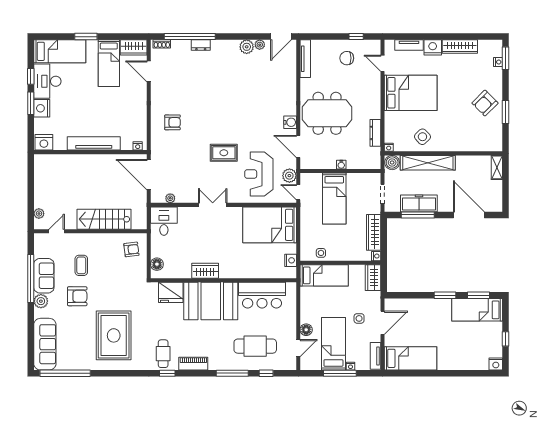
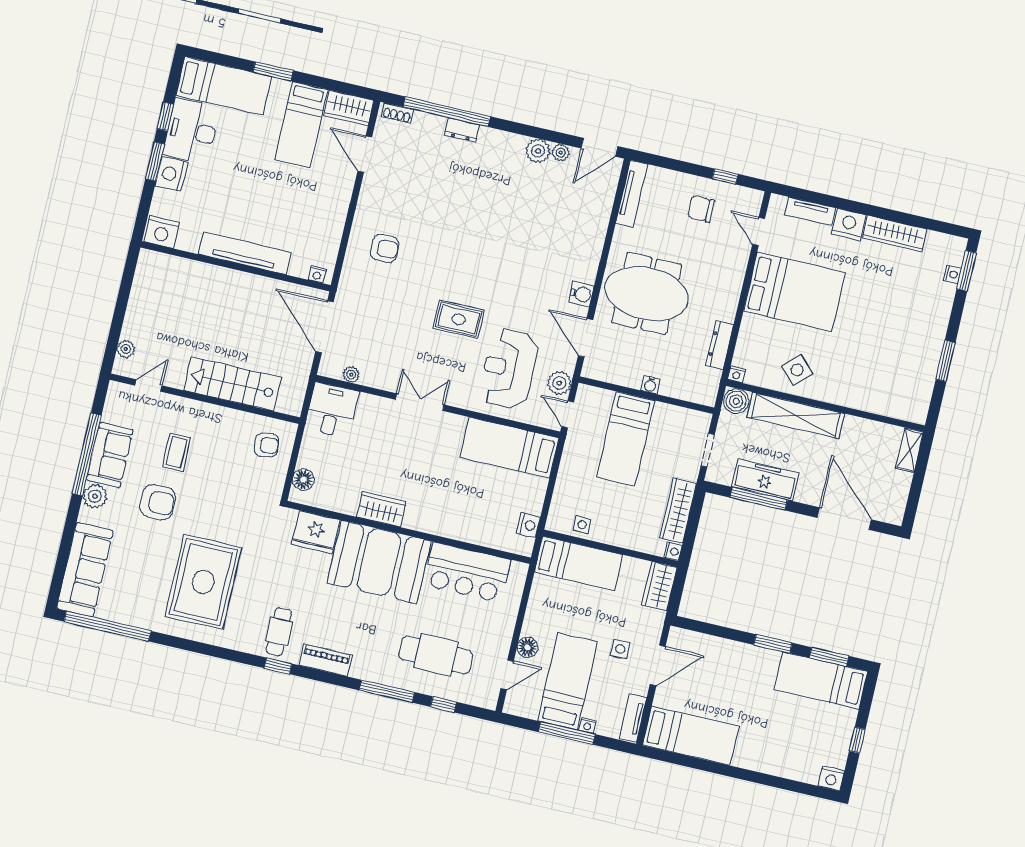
armchair: (485, 103) -> (915, 338), removed
bed: (270, 225) -> (509, 448), width x0.67

